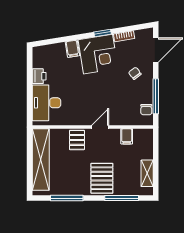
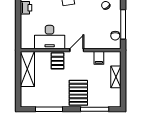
desk: (46, 103) -> (50, 37), moved, turned -90
shelving: (41, 160) -> (27, 69), width x0.68
shelving: (147, 173) -> (116, 77), moved

